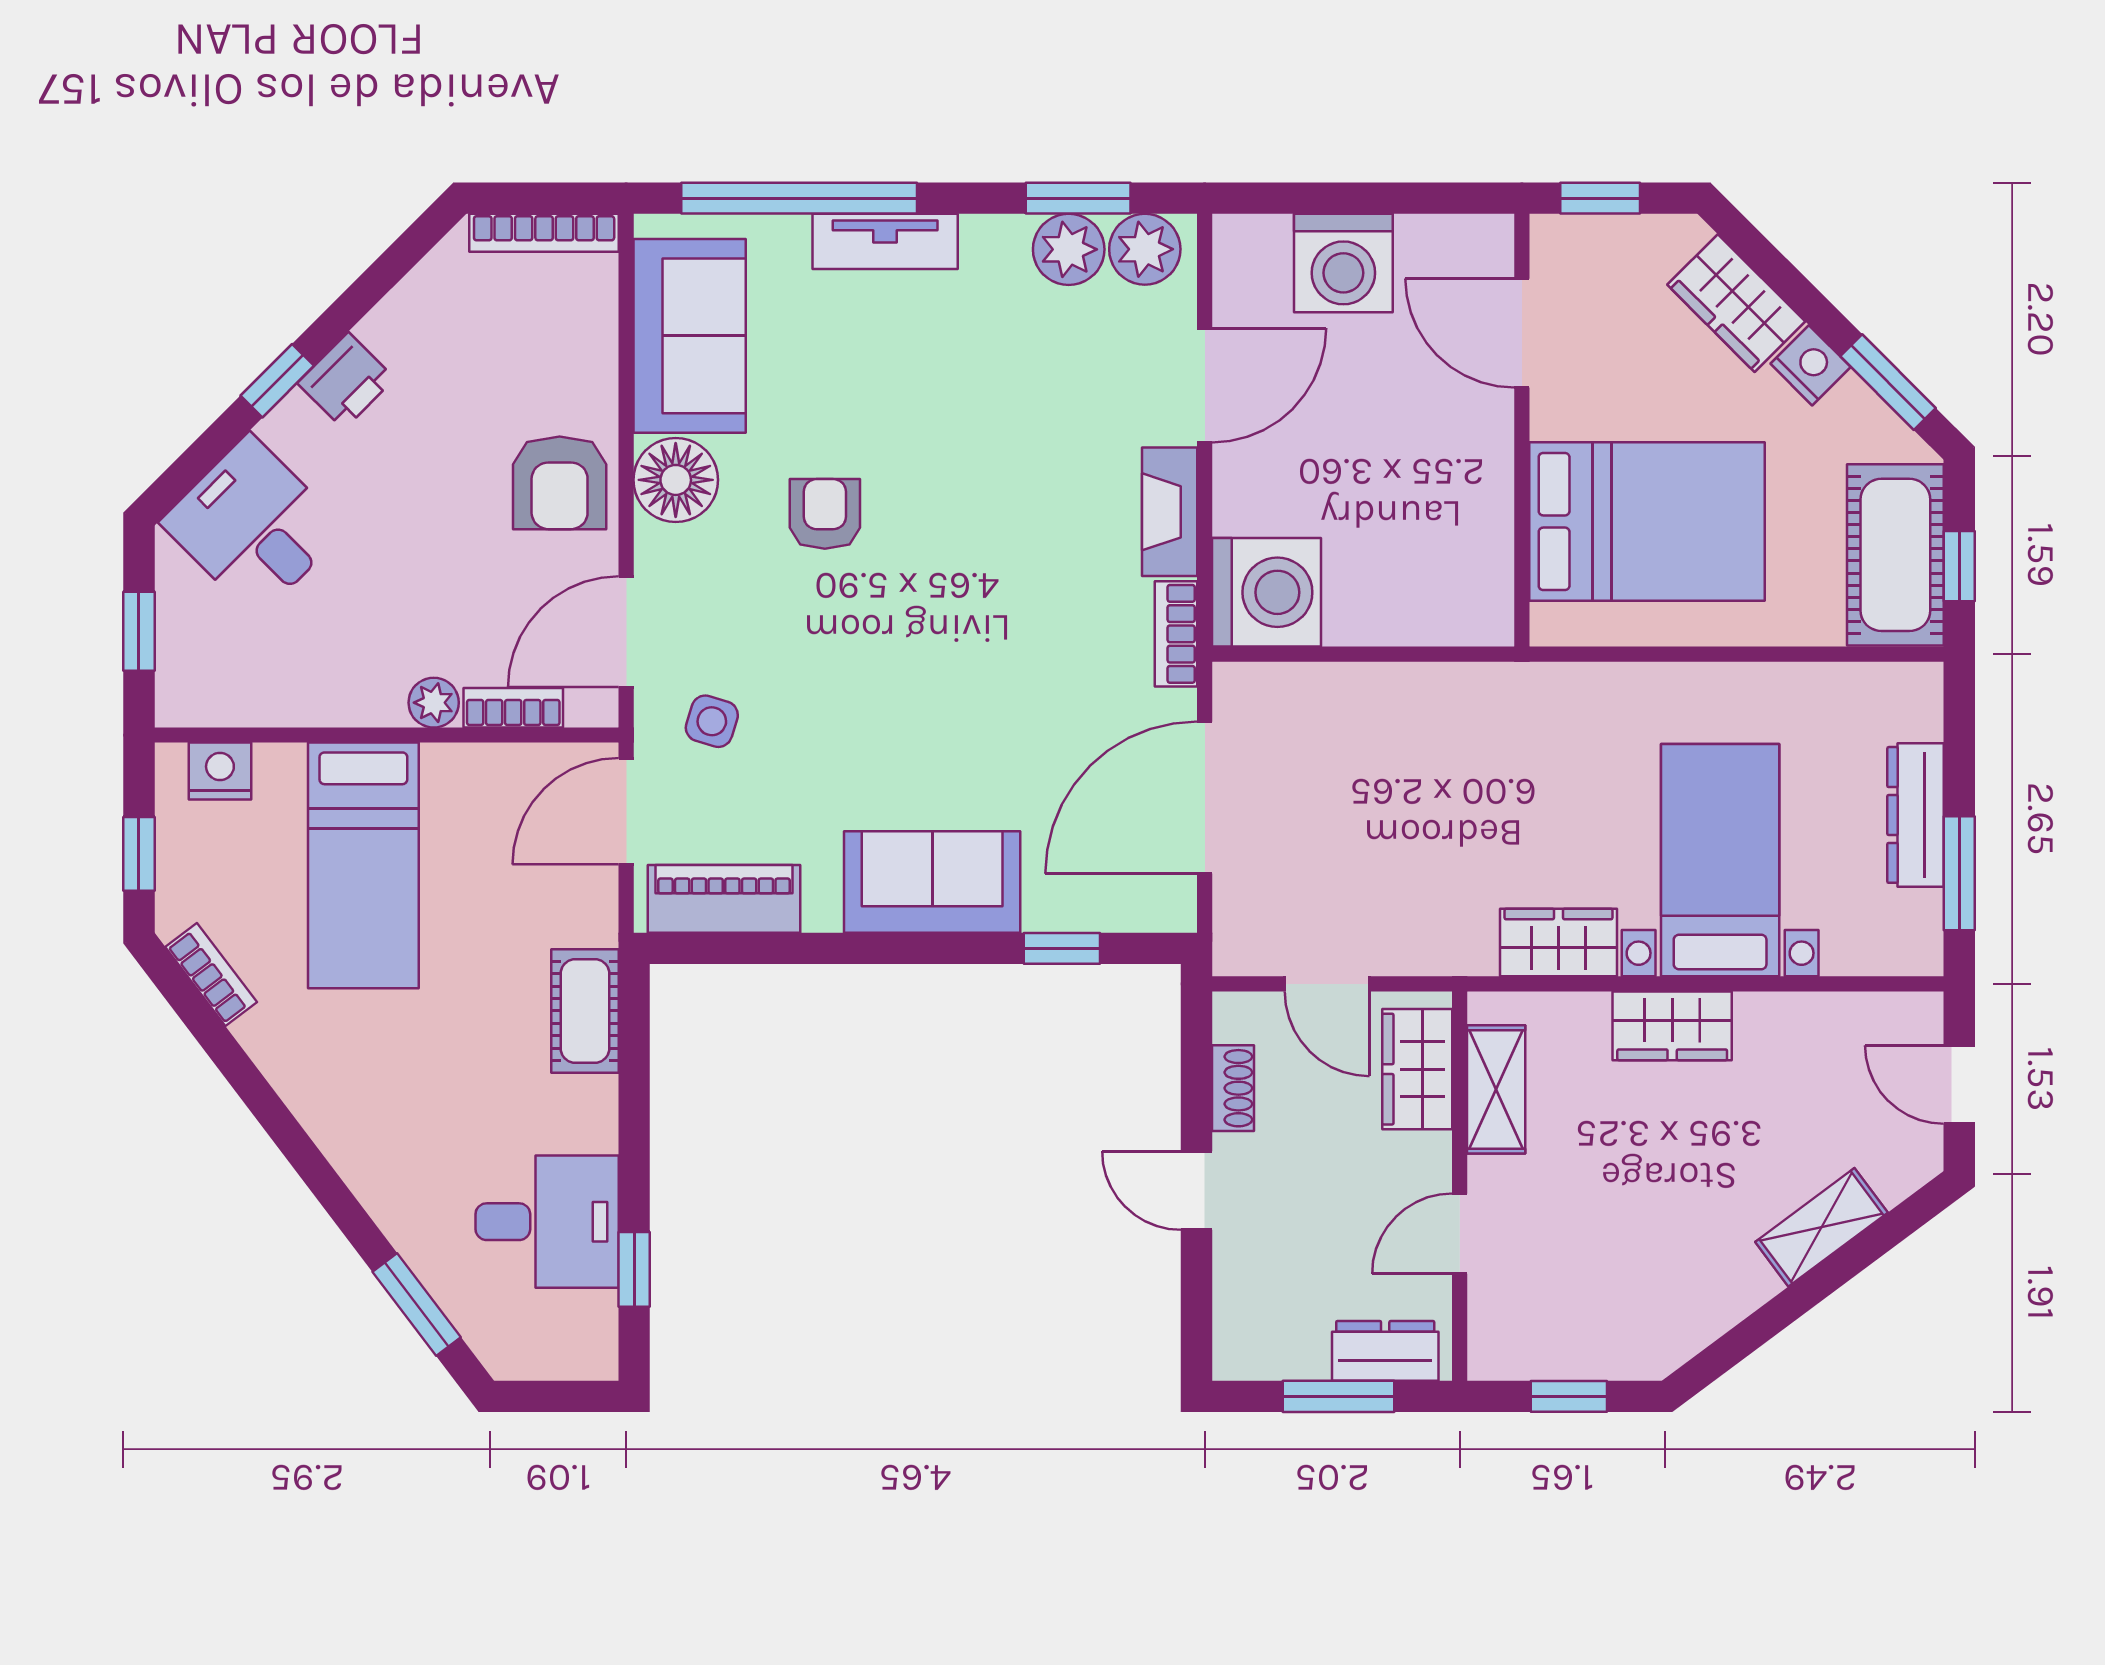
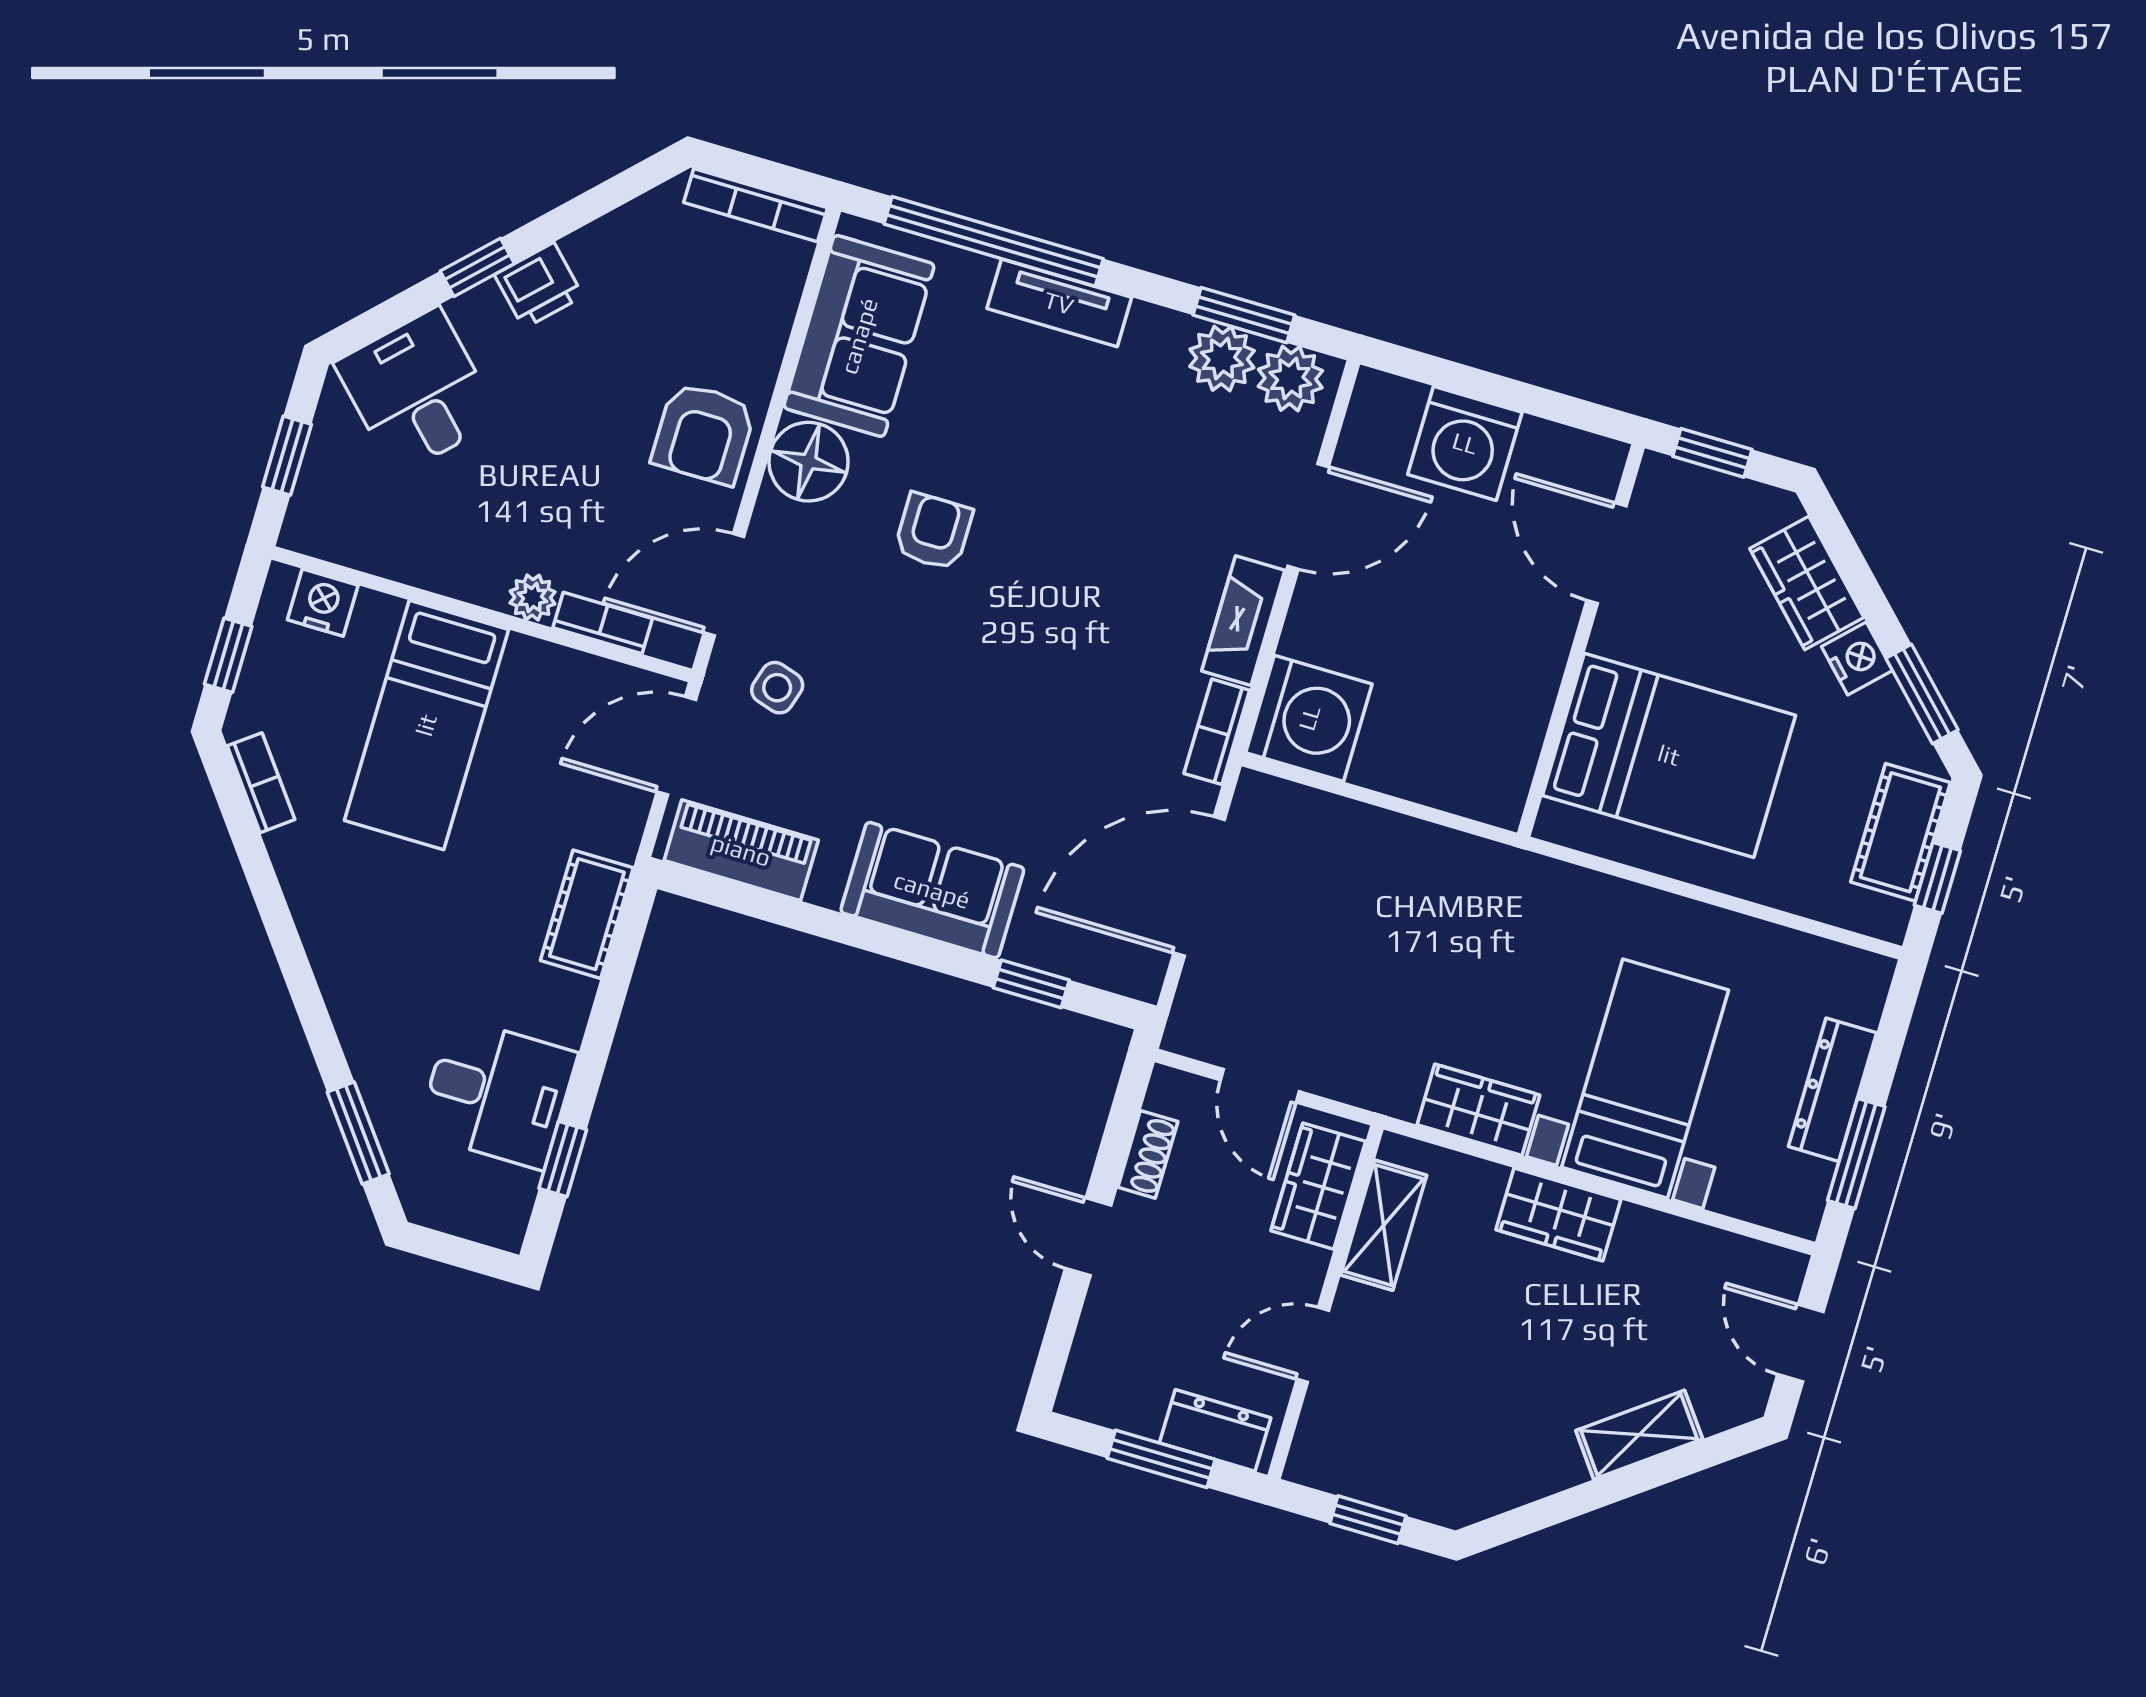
cot: (1895, 555) -> (1900, 832), width x0.73, depth x0.75

